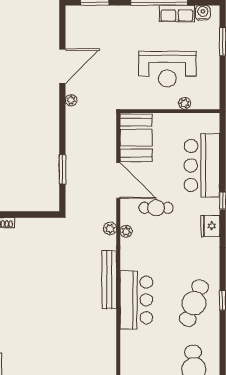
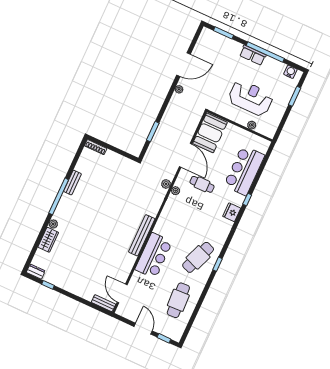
row of seats: (177, 14) -> (253, 55), moved
reception desk: (167, 69) -> (251, 98), turned 180
bench: (109, 280) -> (142, 235), moved
bar counter: (136, 300) -> (154, 256), moved

